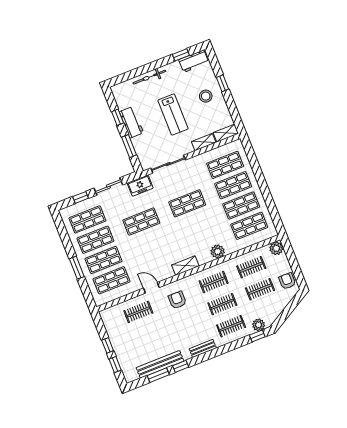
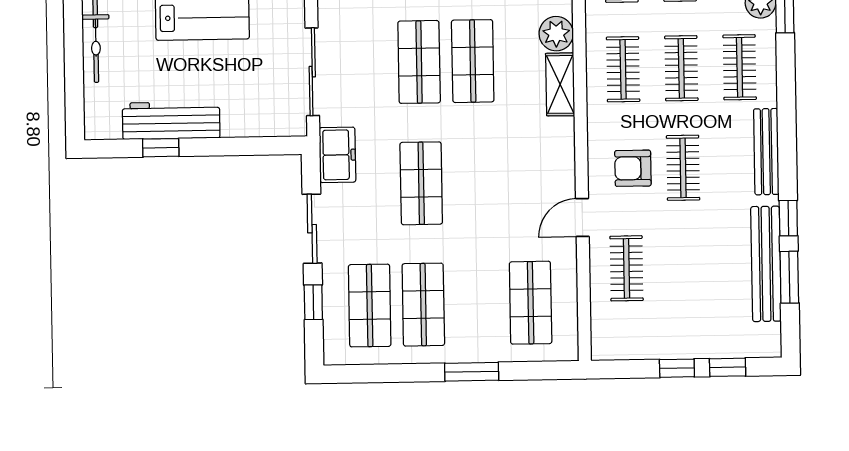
workbench: (131, 122) -> (171, 120), width x1.38
window: (129, 146) -> (237, 146), removed
shop shelf: (103, 260) -> (473, 61), moved
shelving: (185, 266) -> (560, 84), moved
clothes rail: (185, 319) -> (683, 168), added
bench: (203, 348) -> (766, 152), width x1.36

